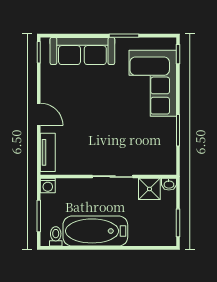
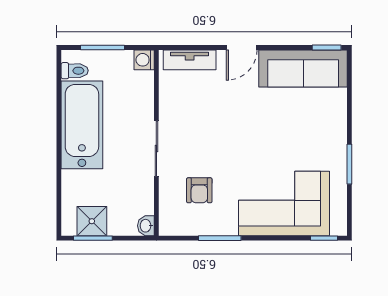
sofa: (82, 51) -> (303, 69), moved, turned -90
armchair: (143, 145) -> (199, 190), added
shower: (149, 189) -> (92, 221), moved

